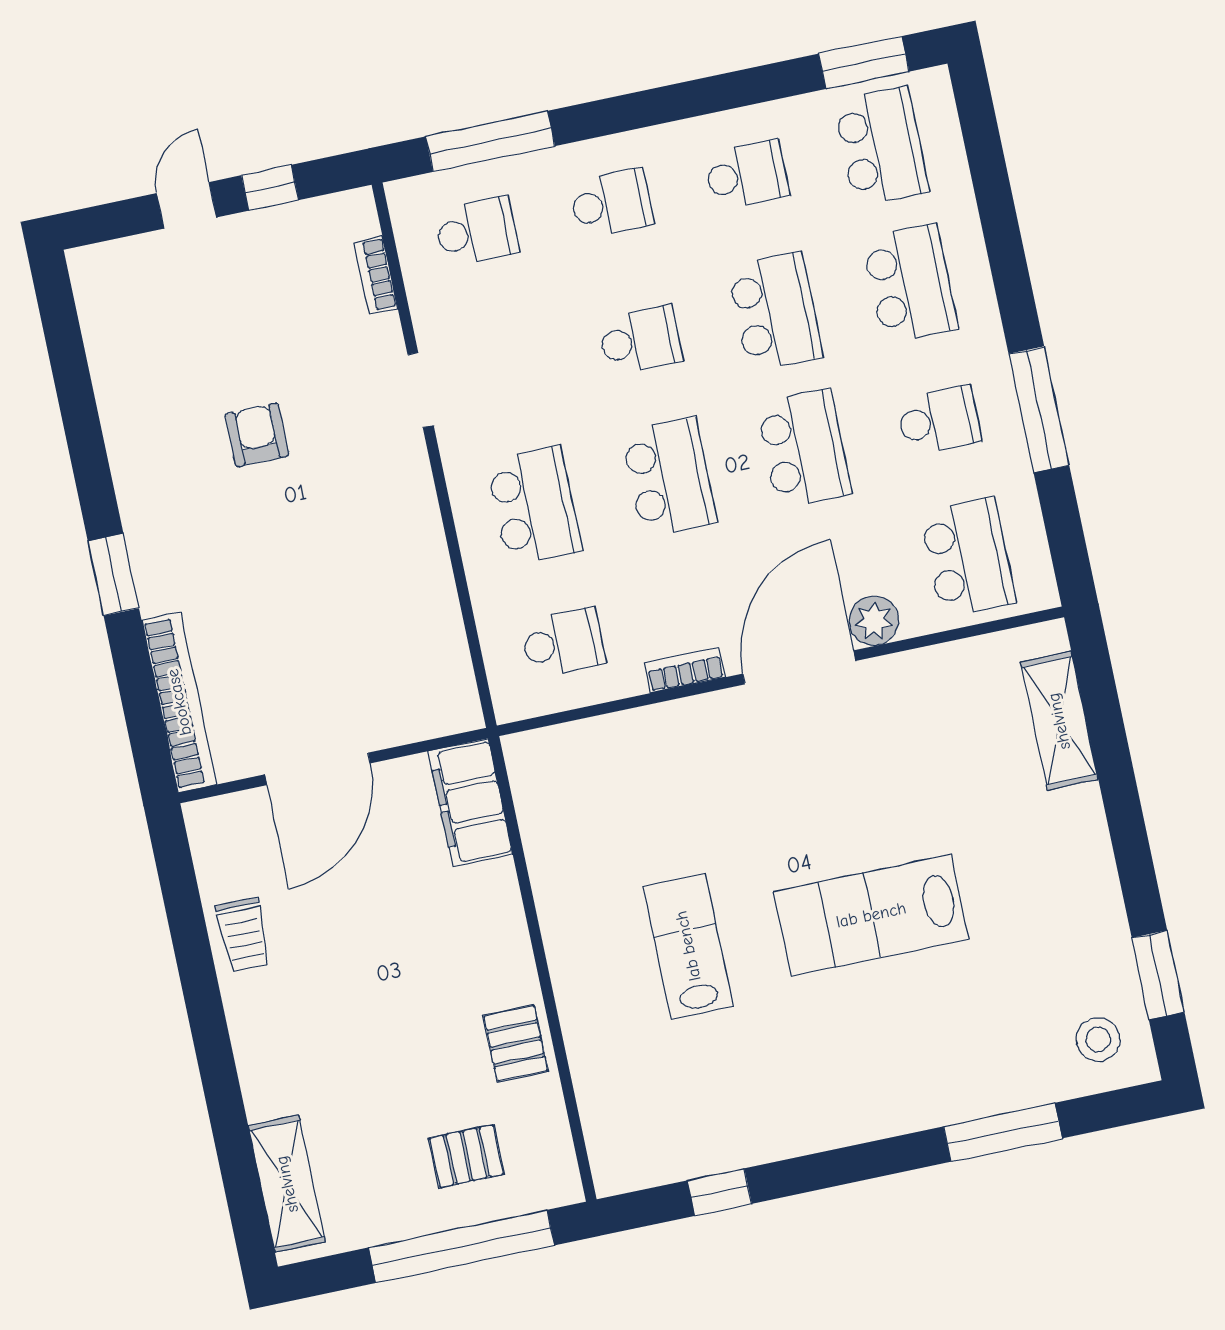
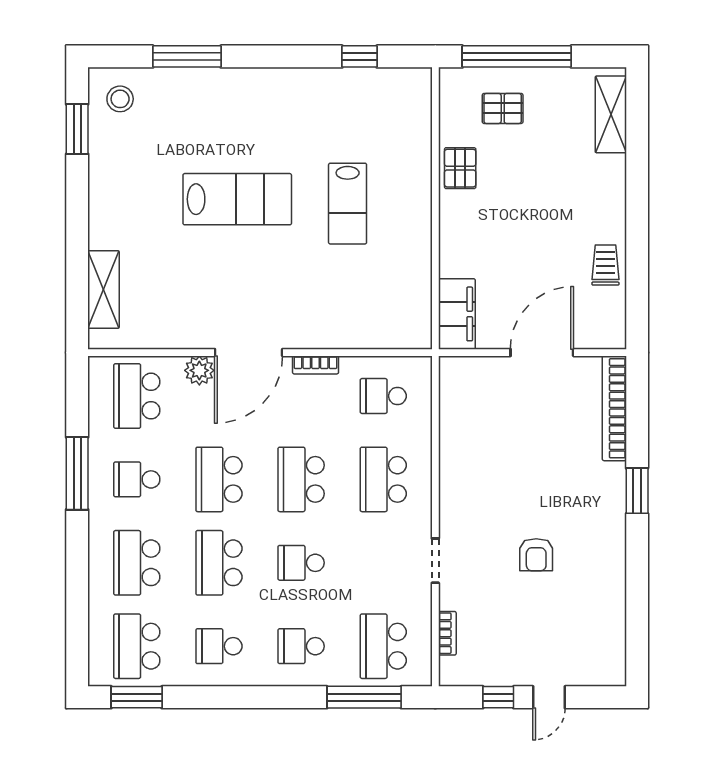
school desk: (476, 232) -> (383, 646), width x1.85

